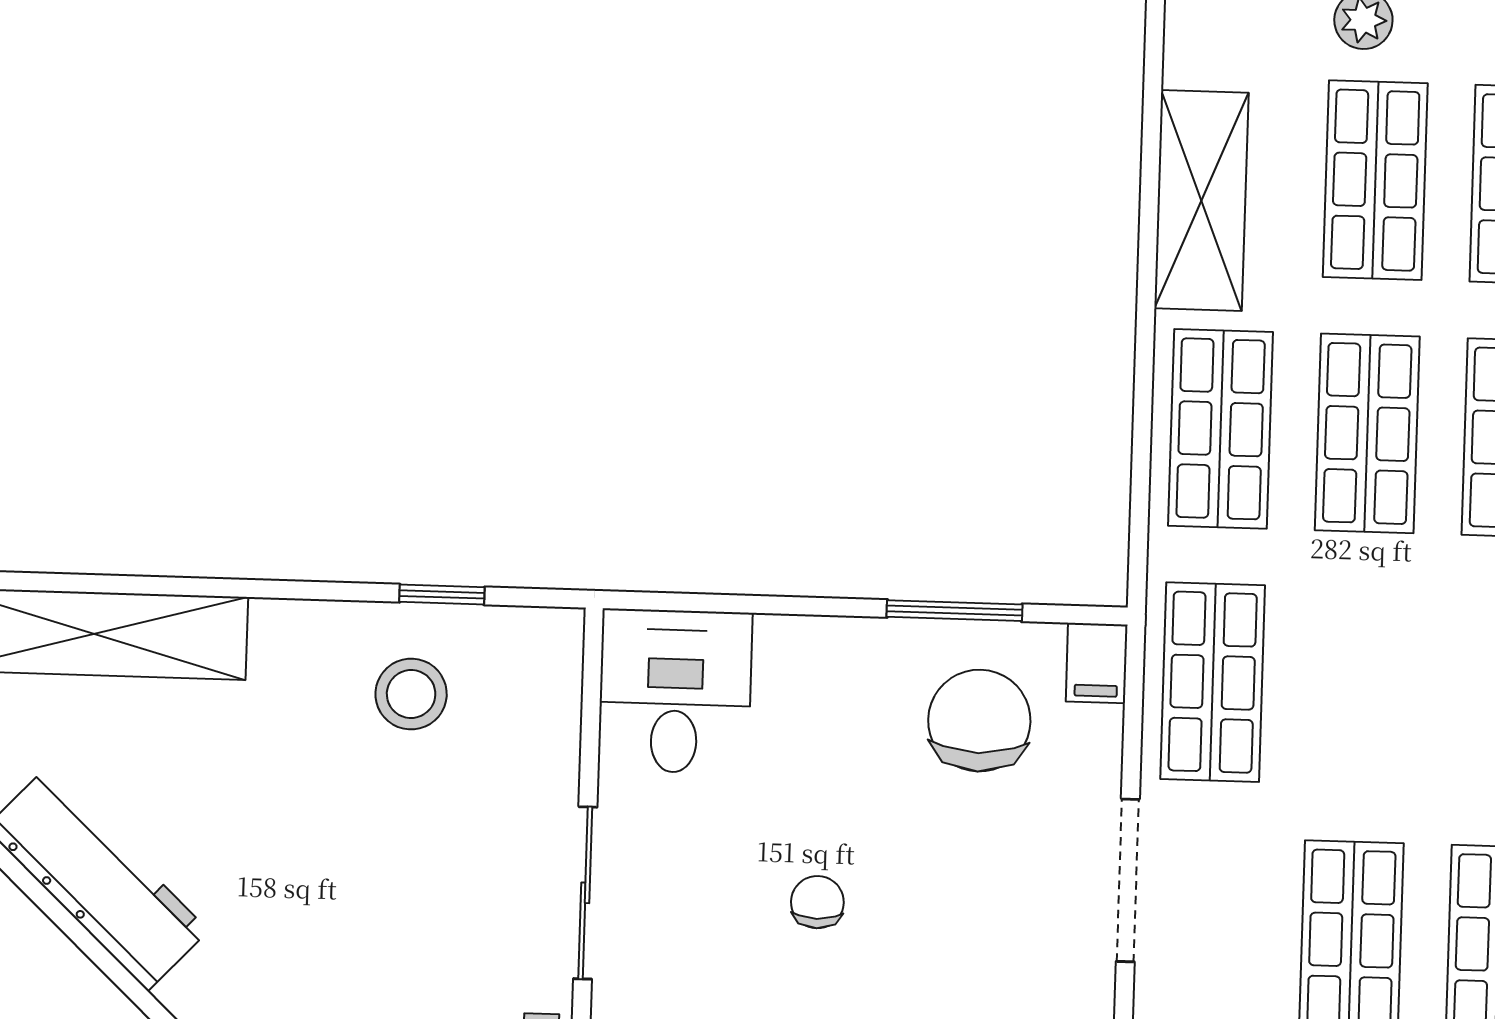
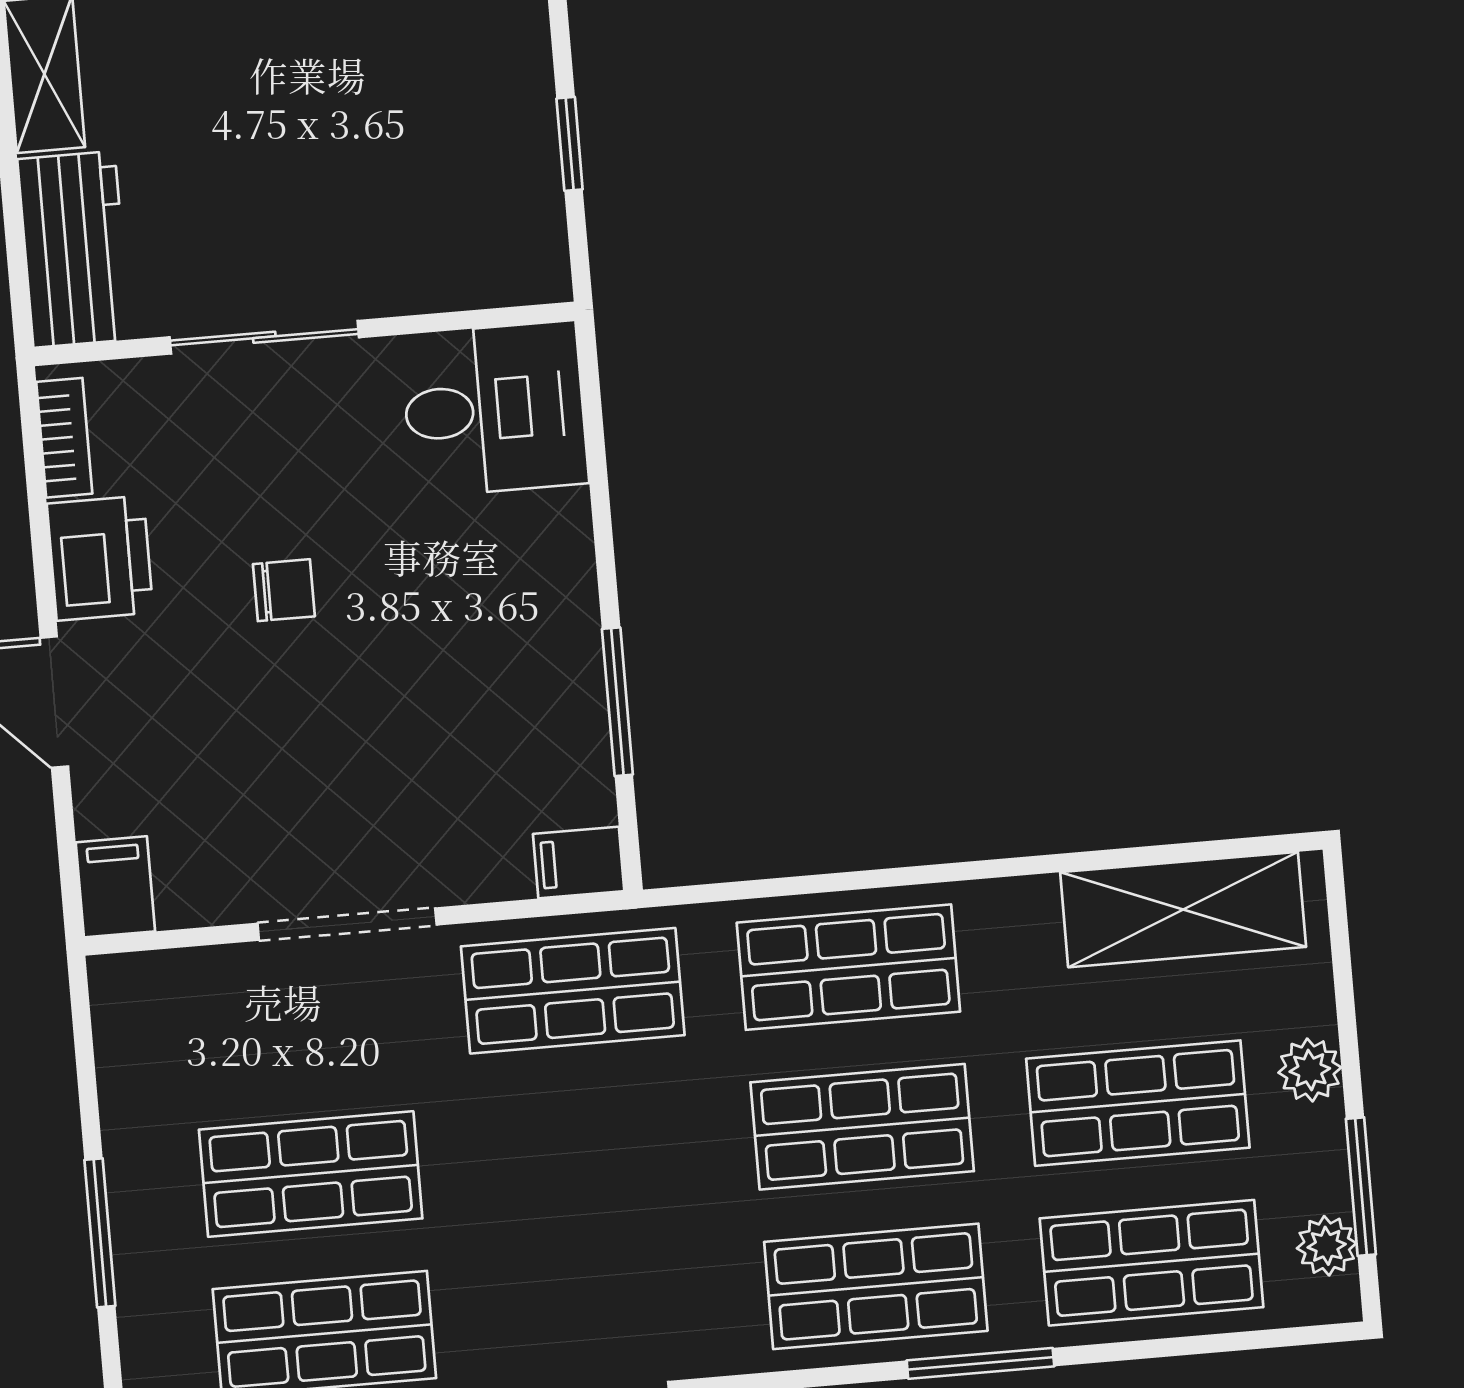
shelving: (1201, 201) -> (1183, 910), moved
stool: (411, 694) -> (458, 123), removed
chair: (979, 721) -> (501, 743), removed

